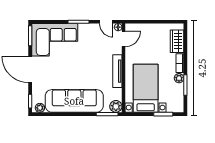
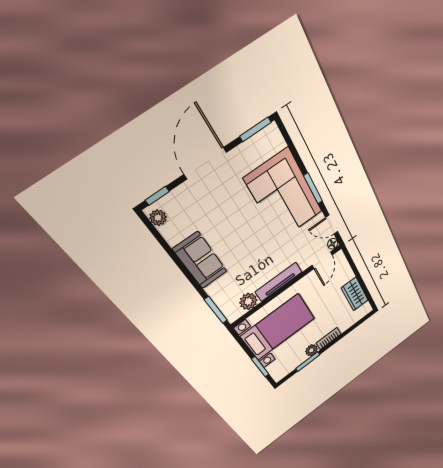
door: (106, 22) -> (332, 225), hinge flipped
door: (124, 39) -> (322, 260), hinge flipped
corner sofa: (55, 40) -> (284, 195), moved
wardrobe: (177, 41) -> (355, 294), moved, turned -90
sofa: (74, 101) -> (200, 260), width x0.54, depth x0.79
plant: (116, 106) -> (248, 301), moved

